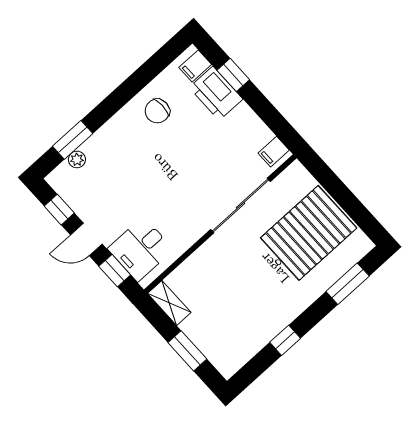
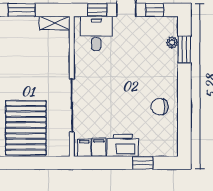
filing cabinet: (195, 66) -> (99, 147), moved
printer: (216, 93) -> (123, 145), moved
chair: (157, 111) -> (160, 107), turned -90

